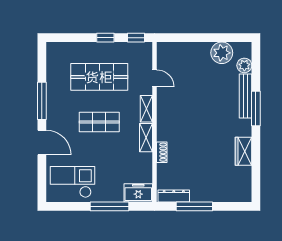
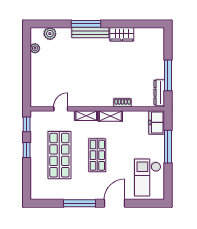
plant: (222, 53) -> (35, 48), width x0.53, depth x0.53
bench: (246, 96) -> (90, 33), moved

